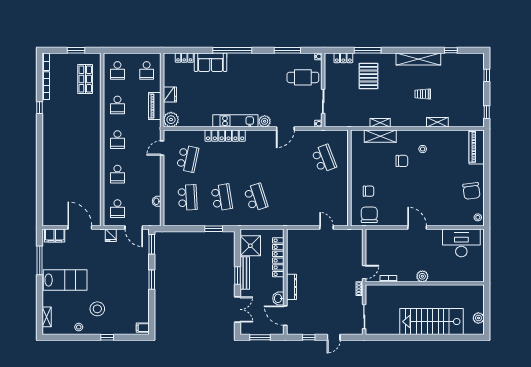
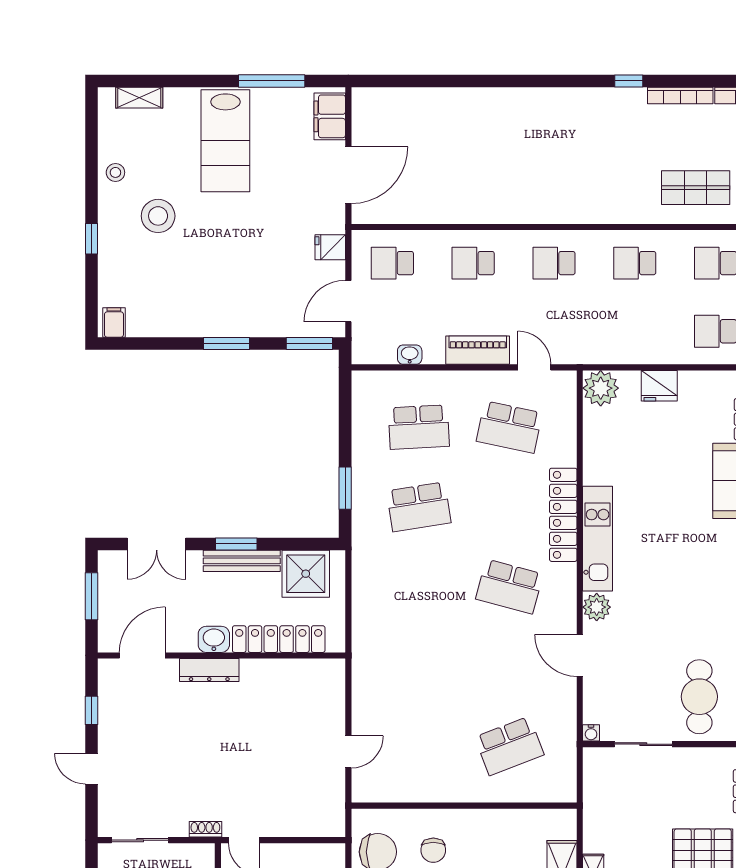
piano: (155, 106) -> (478, 350), moved
school desk: (256, 197) -> (509, 587), moved, turned 33
washbasin: (278, 298) -> (214, 639), moved

